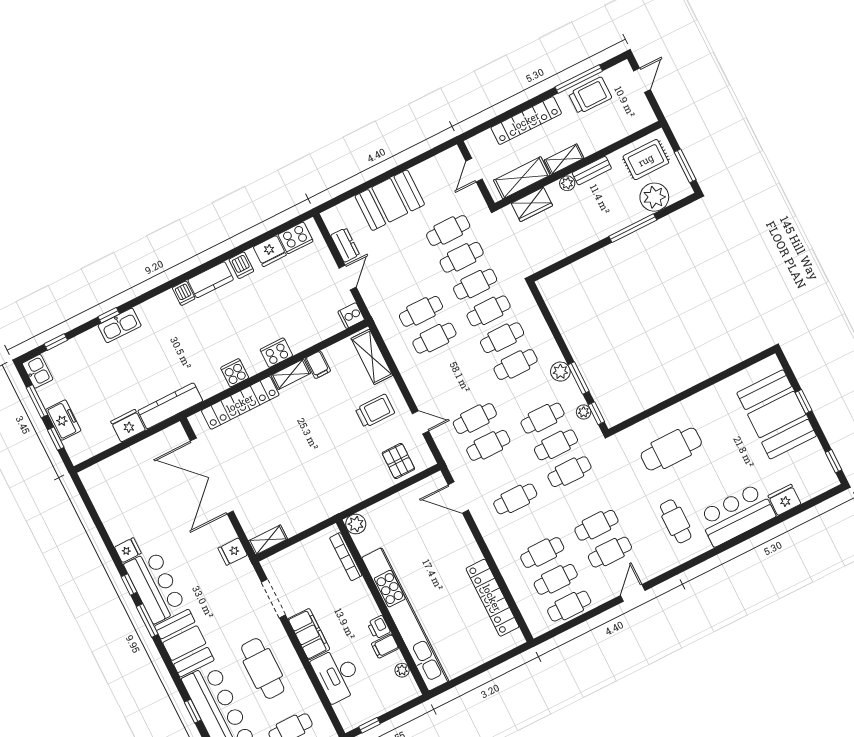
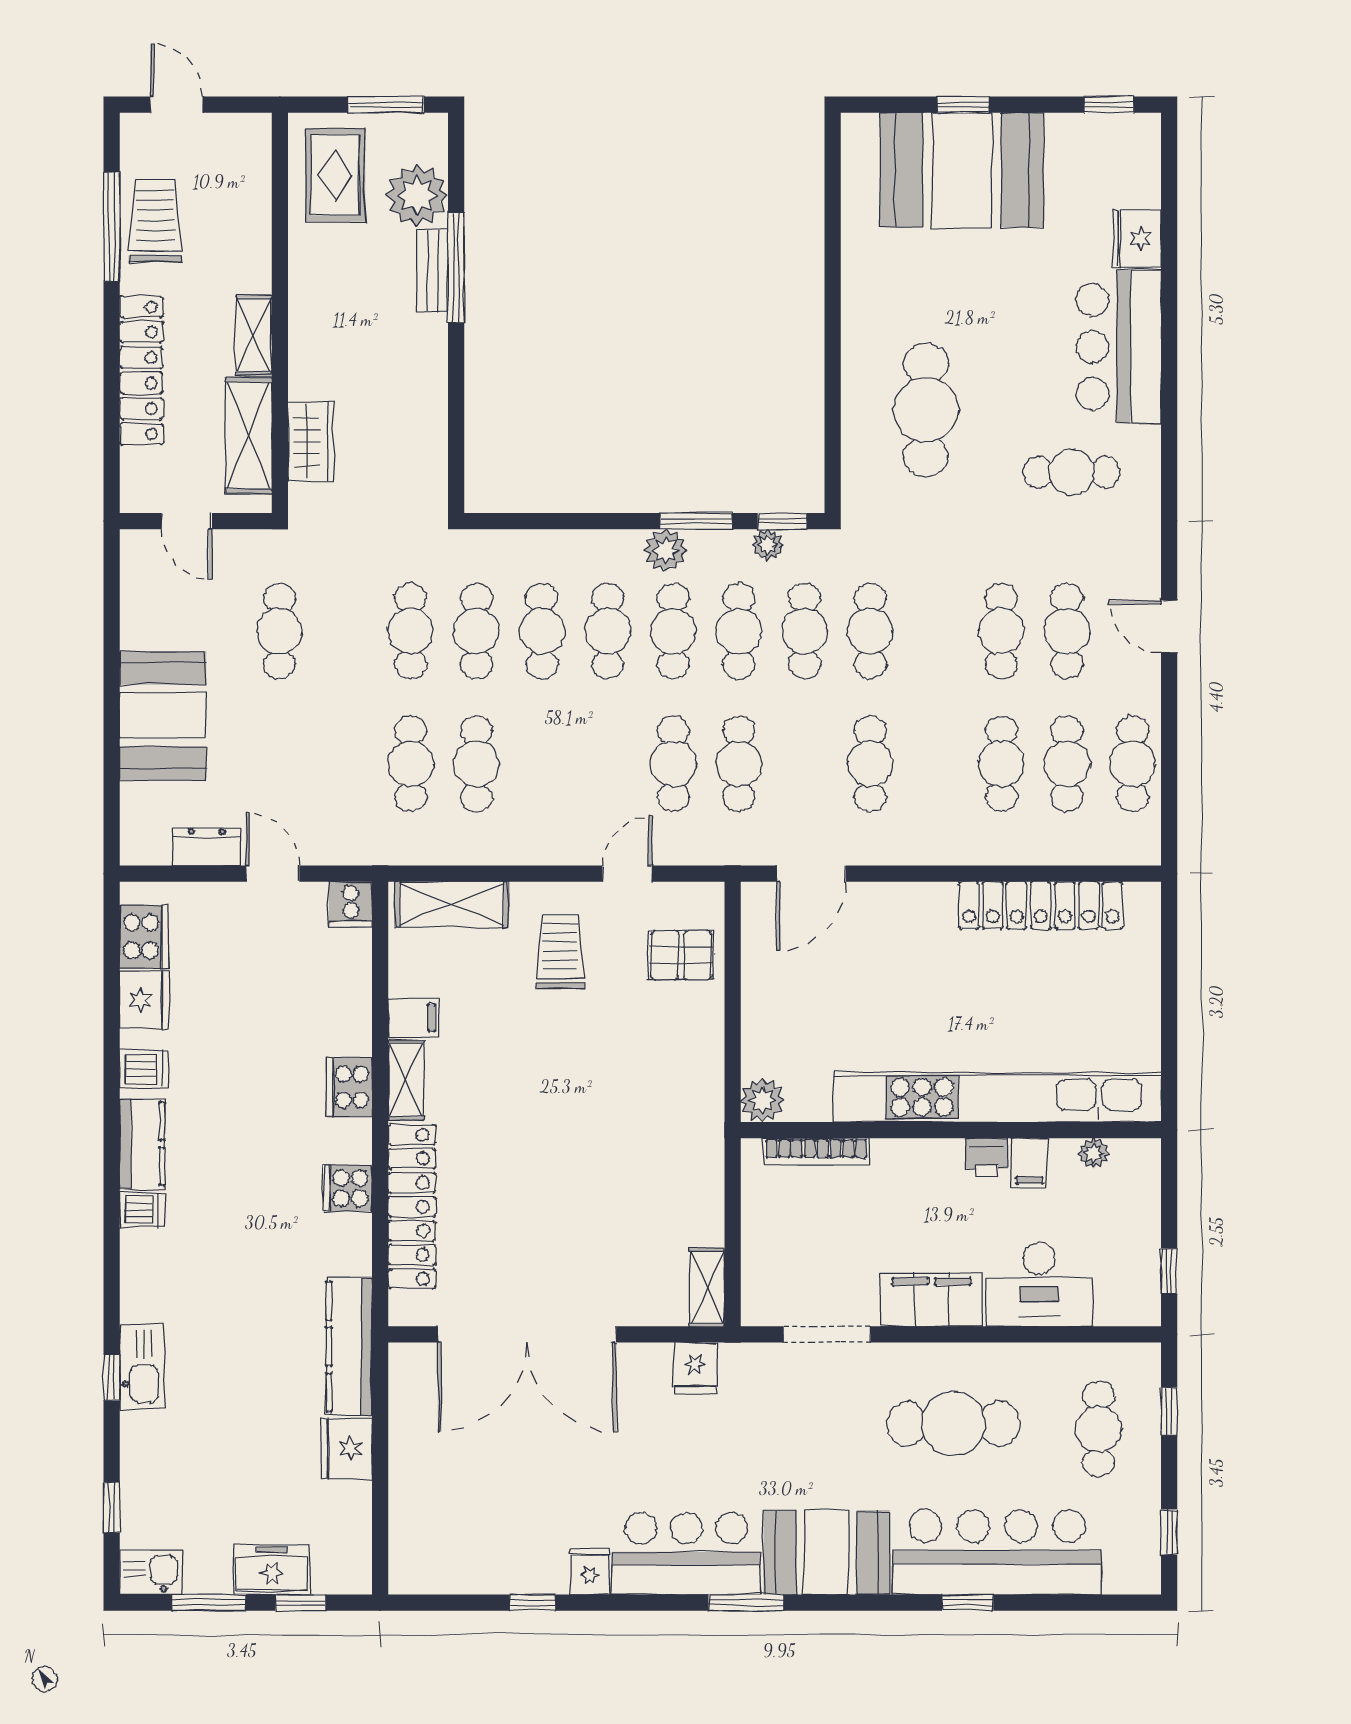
bench: (592, 171) -> (432, 271), moved
plant: (567, 183) -> (304, 352), removed
cafe table: (462, 257) -> (673, 631), moved
window: (129, 584) -> (533, 1603), moved

